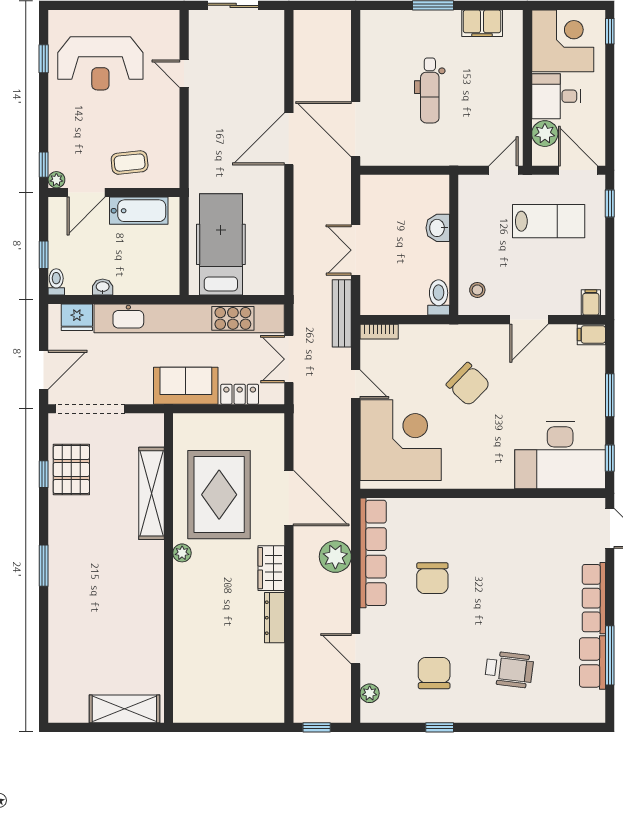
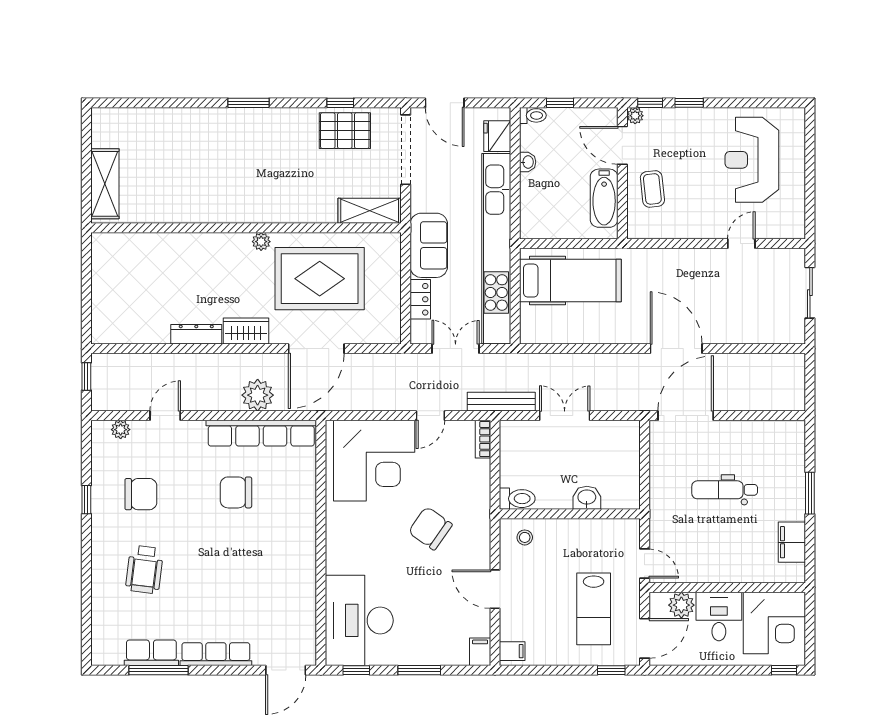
window: (44, 59) -> (689, 103), moved
chair: (468, 384) -> (430, 528), turned 81
shelving: (151, 493) -> (370, 211), moved, width x0.68

